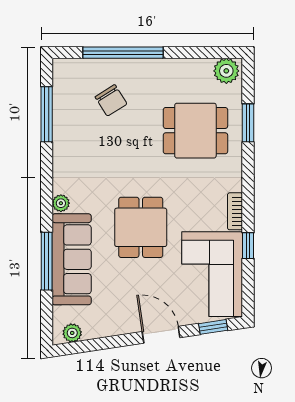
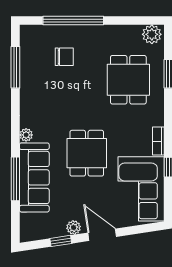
chair: (111, 100) -> (64, 57), turned -58
dining table: (195, 131) -> (128, 80), turned 90
window: (213, 327) -> (61, 241), moved
plant: (72, 333) -> (74, 228), moved

